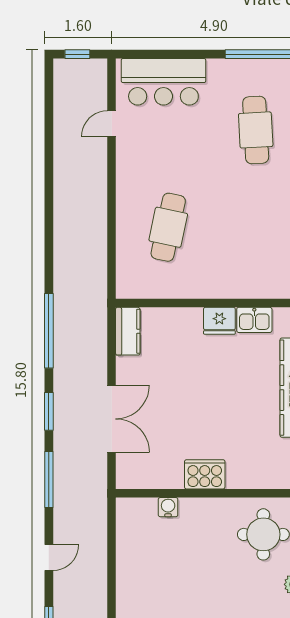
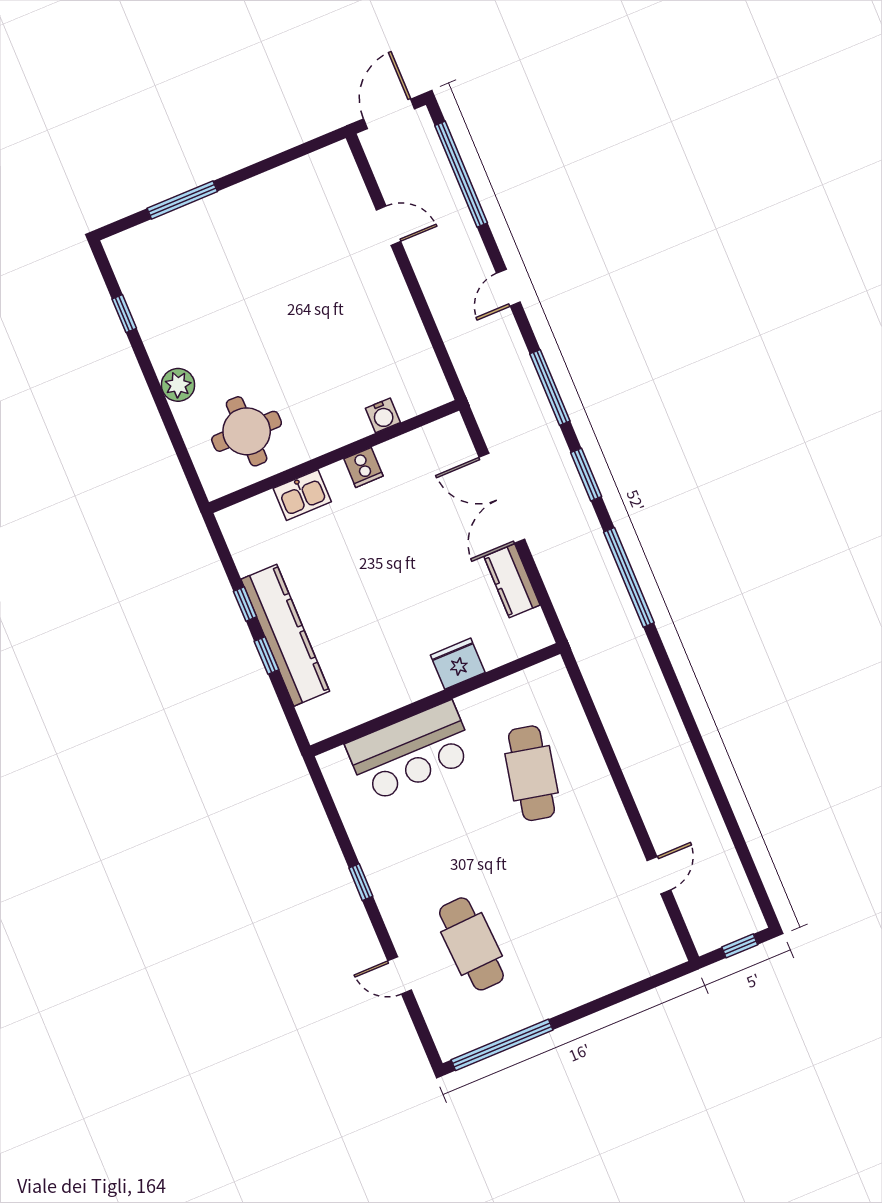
bar counter: (163, 82) -> (410, 751), moved, turned 180
kitchen sink: (254, 320) -> (302, 495), moved, turned 180
fridge: (219, 321) -> (458, 664), moved
kitchen counter: (128, 331) -> (512, 581), moved
cooker: (205, 474) -> (363, 467), width x0.53, depth x0.76

